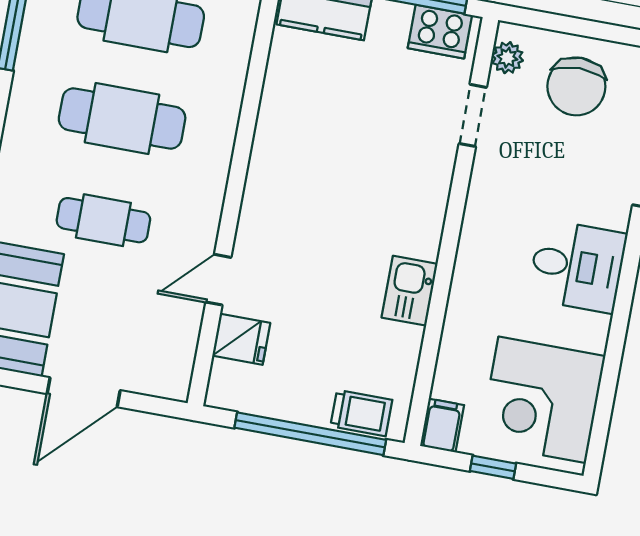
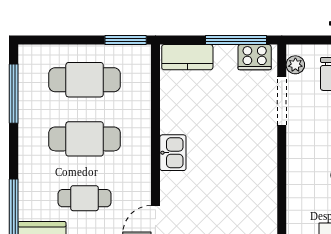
doorway: (473, 115) -> (282, 101), width x1.38
kitchen sink: (410, 291) -> (173, 153), moved, turned 180

